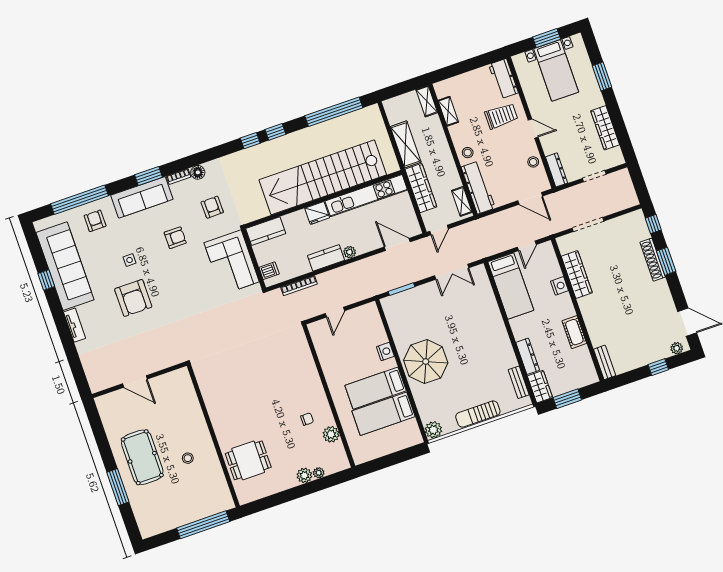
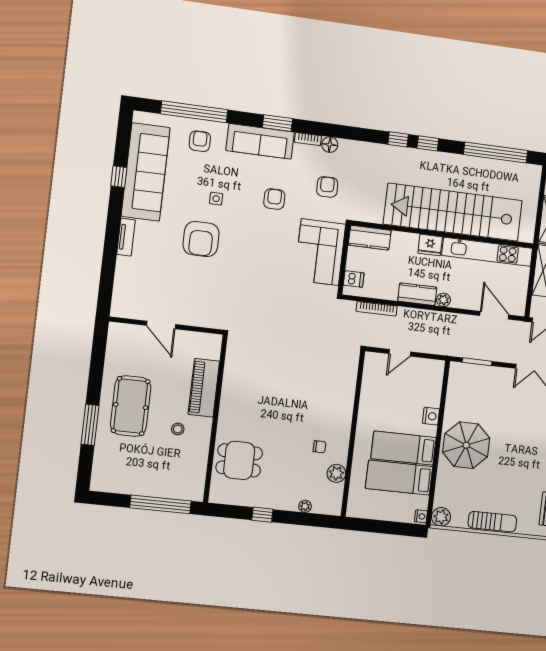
armchair: (175, 238) -> (274, 199), turned -90
sun lounger: (478, 414) -> (492, 522), turned 180
piano: (192, 415) -> (204, 388), added
nightstand: (417, 437) -> (421, 516), added
plant: (304, 475) -> (289, 502), removed
window: (288, 495) -> (262, 515), added

